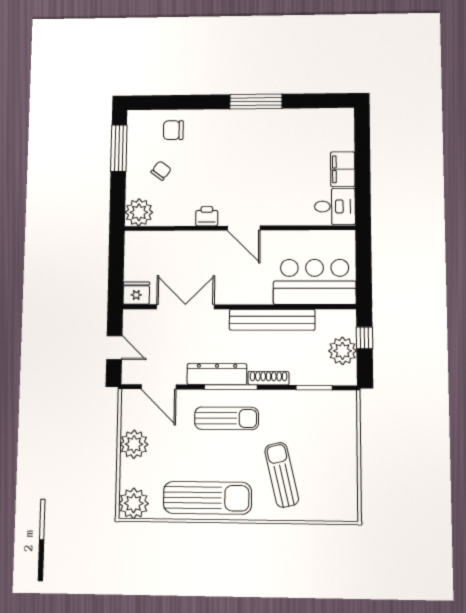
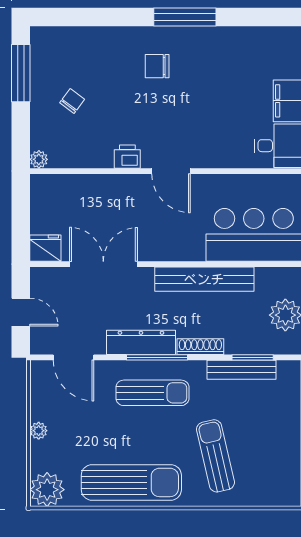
chair: (173, 130) -> (157, 66), moved
plant: (139, 212) -> (39, 159), width x0.53, depth x0.53
bench: (304, 398) -> (241, 370), added
plant: (134, 444) -> (39, 431), width x0.53, depth x0.53

